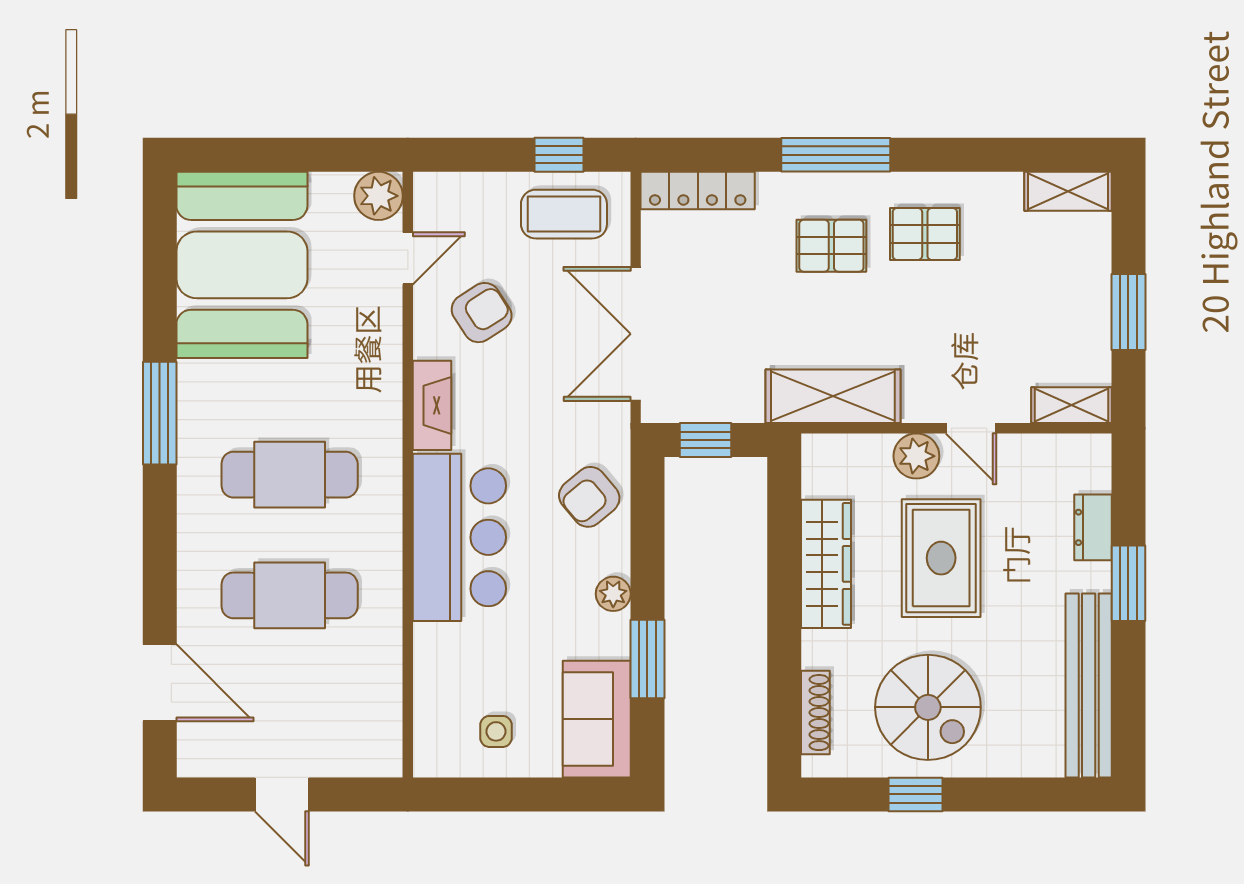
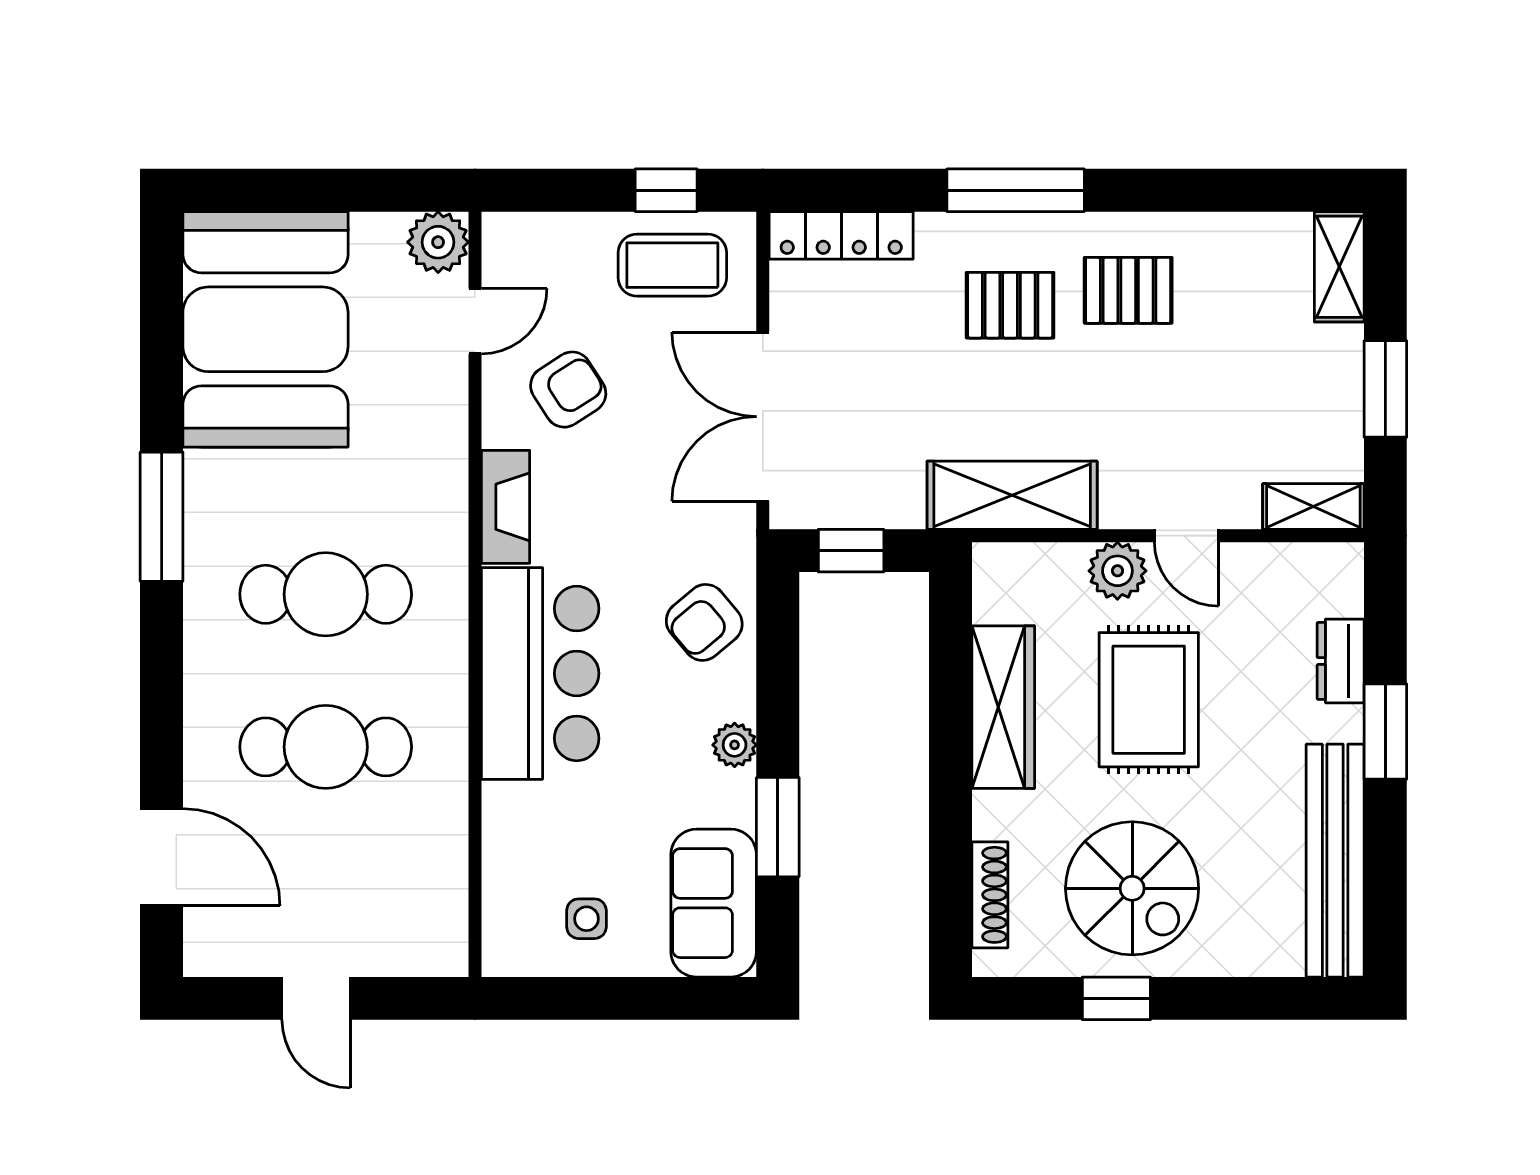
shelving: (1068, 191) -> (1339, 267), moved, turned 90

